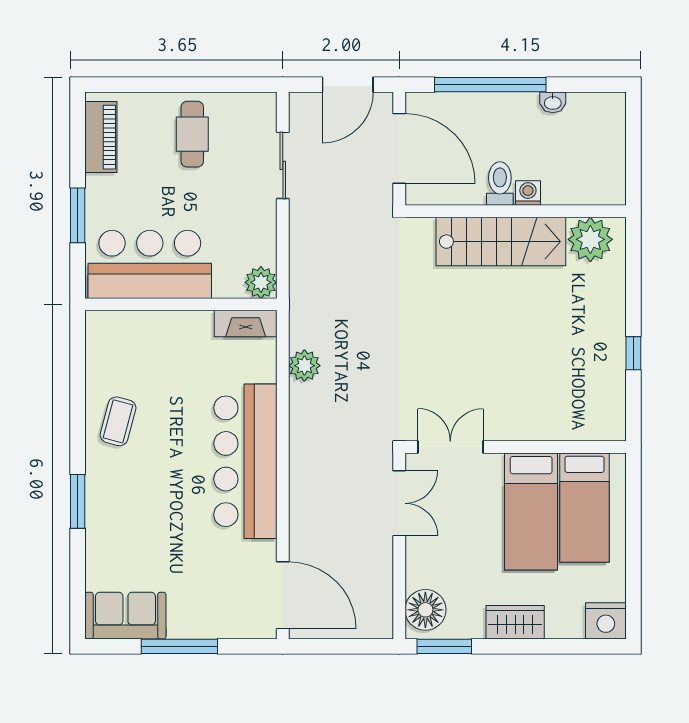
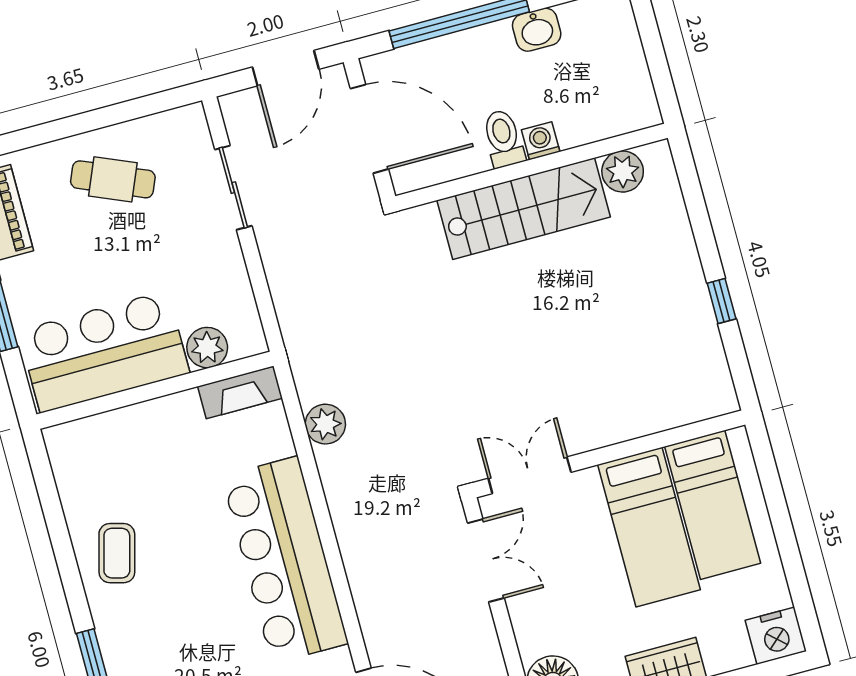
washbasin: (553, 102) -> (537, 30), width x1.38, depth x1.45
cafe table: (192, 134) -> (113, 179), turned -67
plant: (590, 239) -> (623, 171), width x0.73, depth x0.73
plant: (261, 282) -> (207, 348), moved

